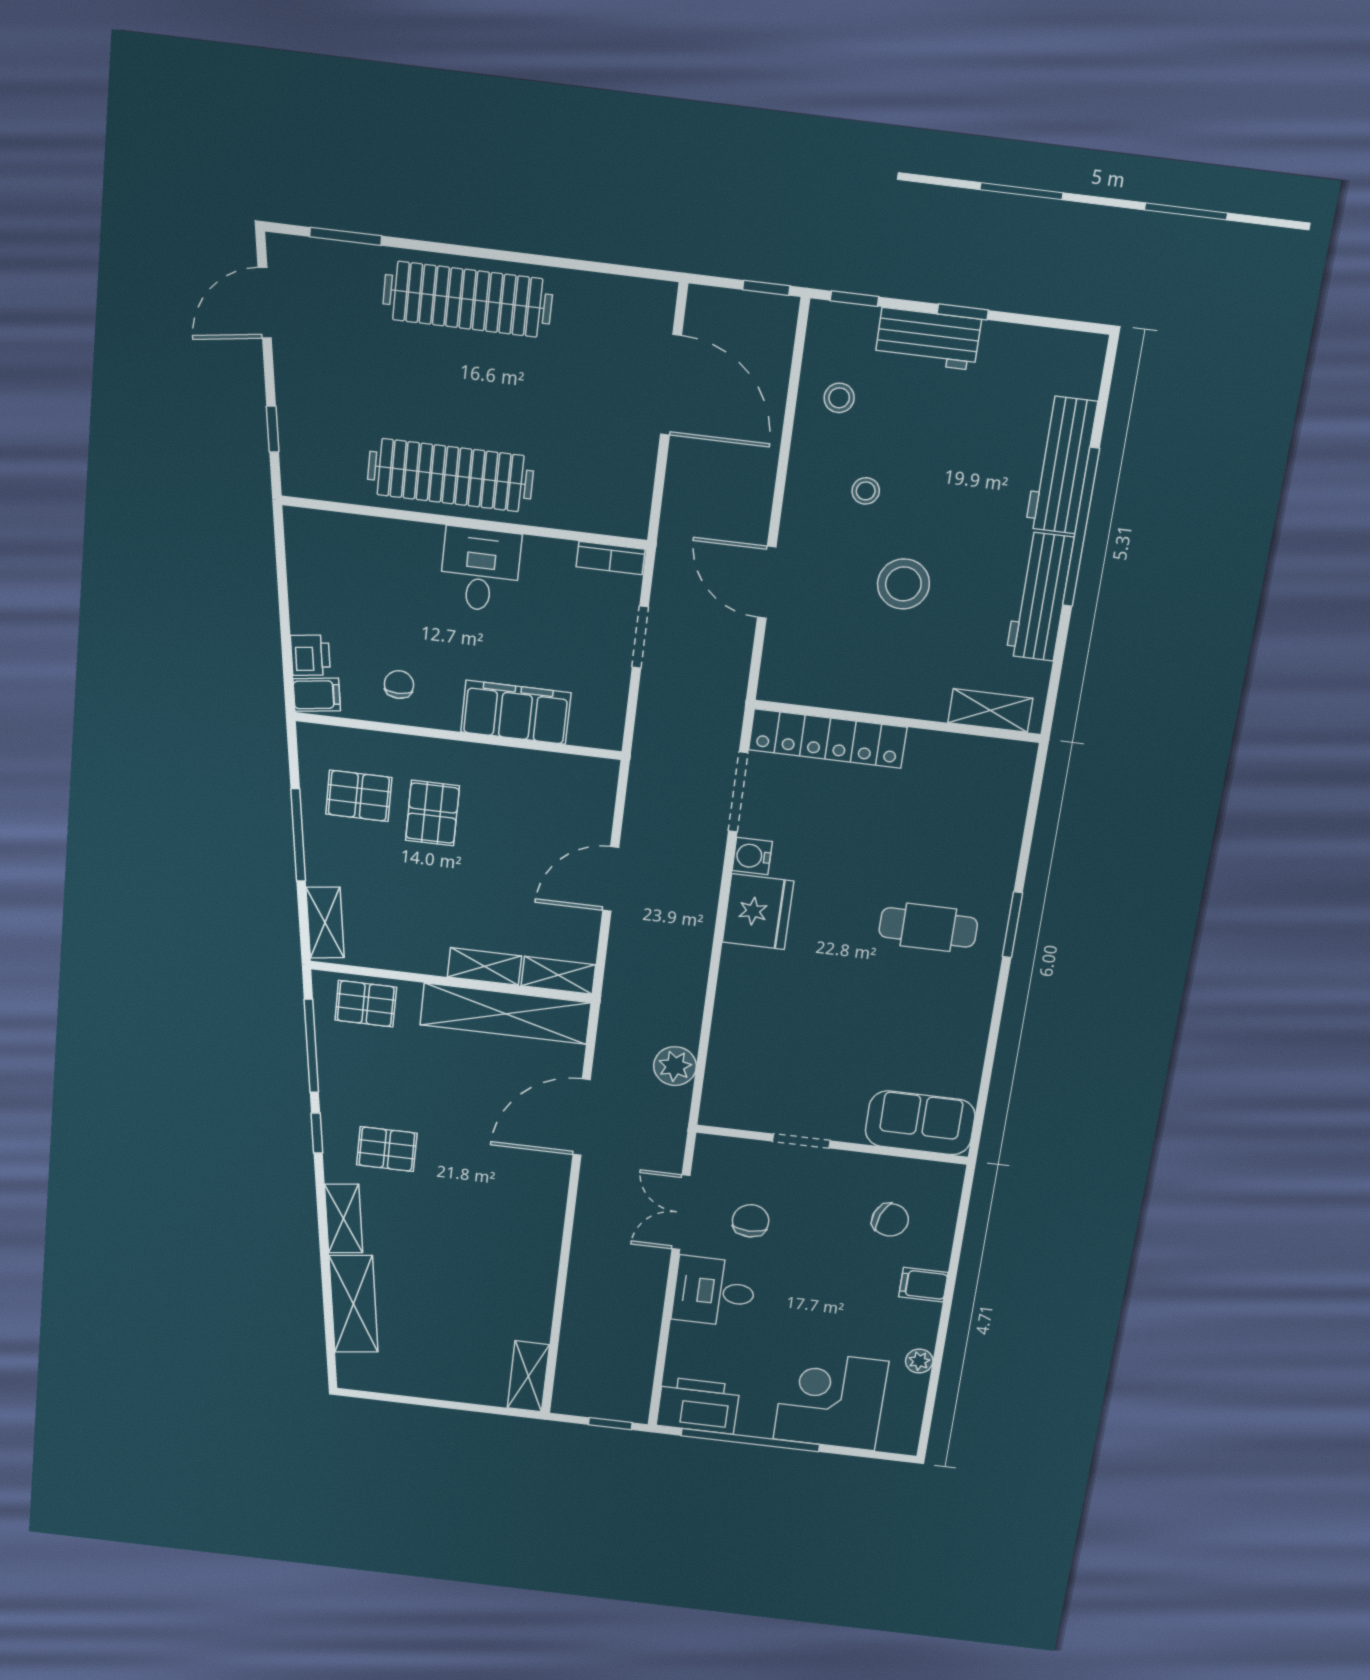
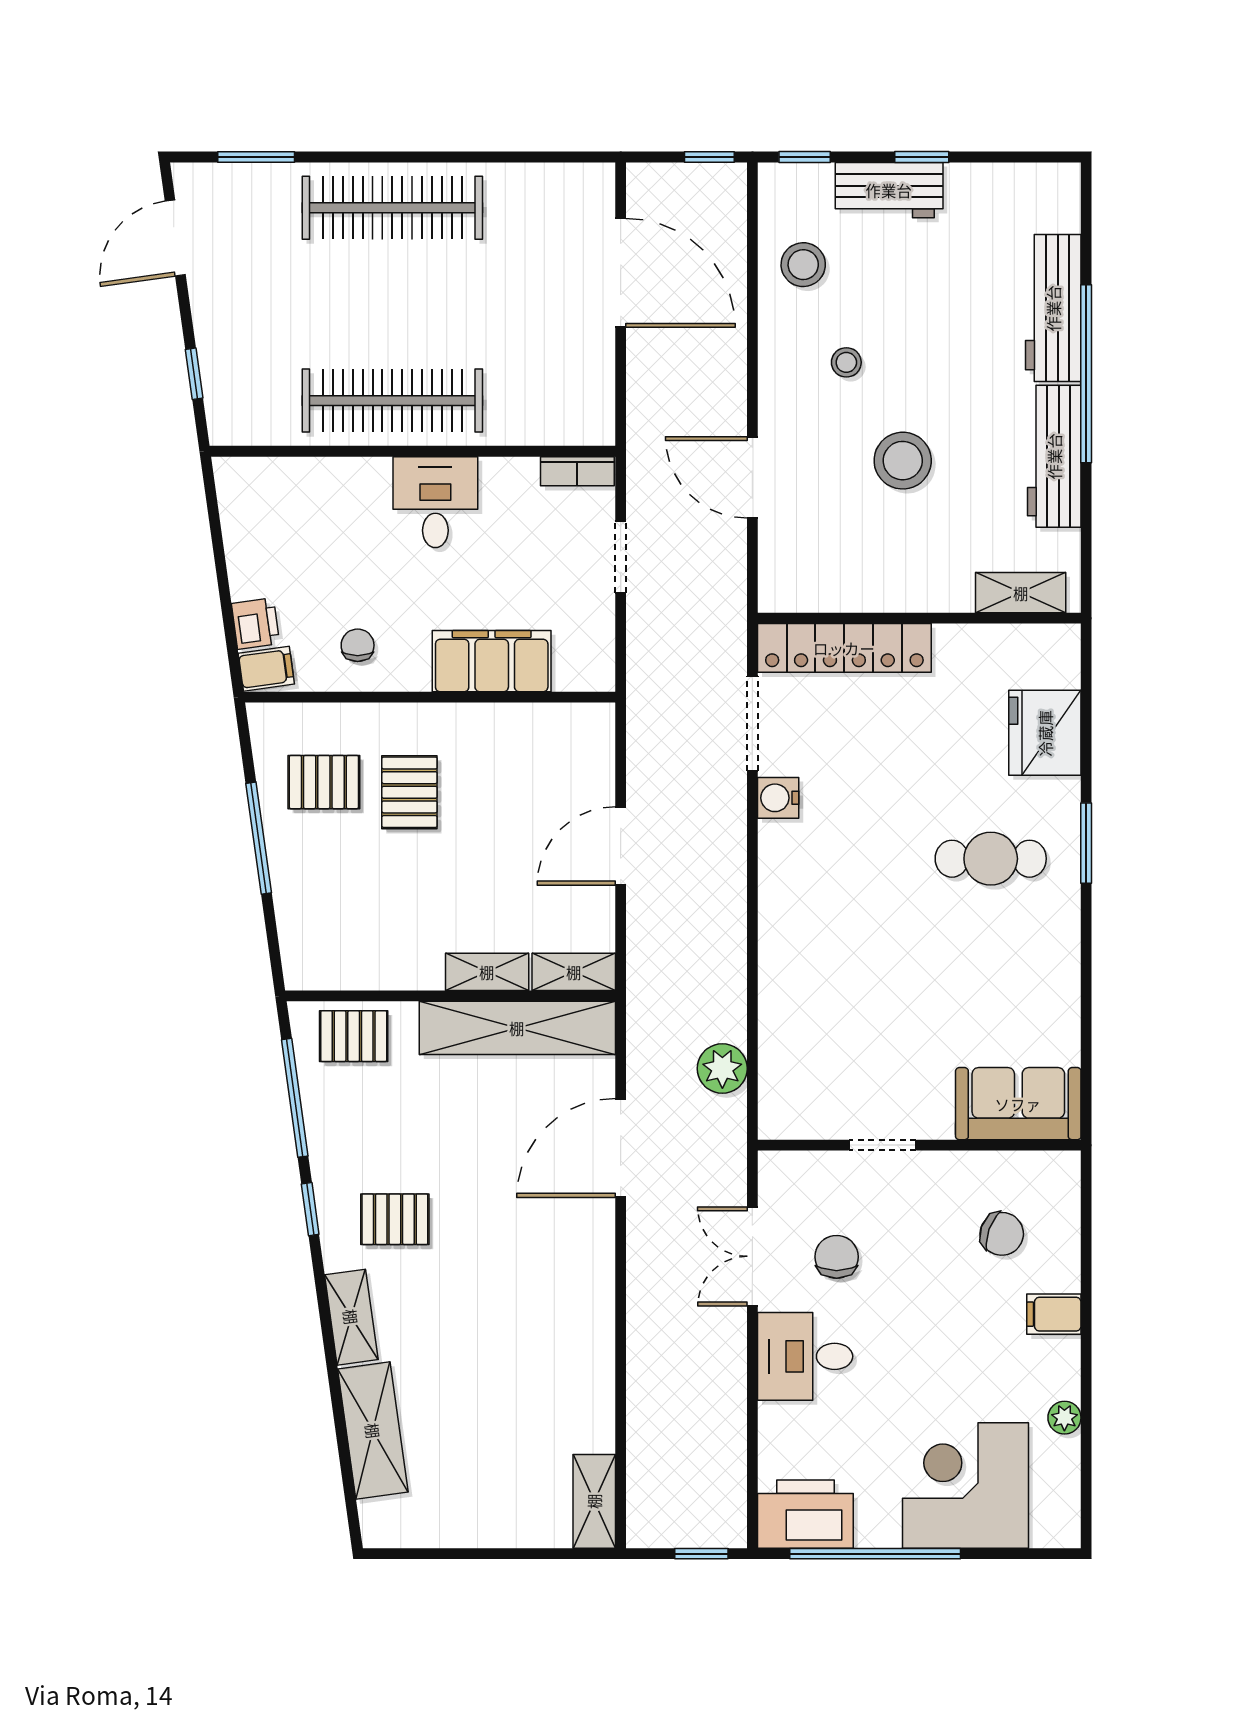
stool: (839, 398) -> (803, 265), width x1.37, depth x1.37
fridge: (758, 912) -> (1045, 733), moved, turned 180
shelving: (325, 923) -> (298, 941), removed

